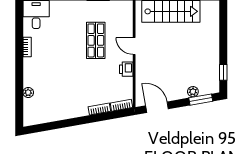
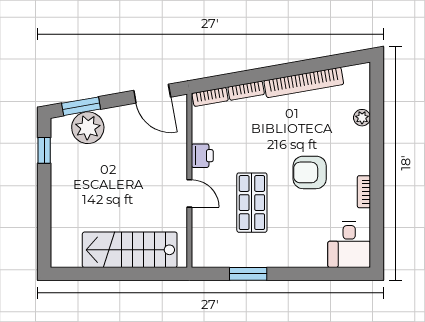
armchair: (60, 59) -> (310, 172), added
plant: (193, 92) -> (88, 128), width x1.88, depth x1.88
bookcase: (64, 114) -> (304, 82), added

